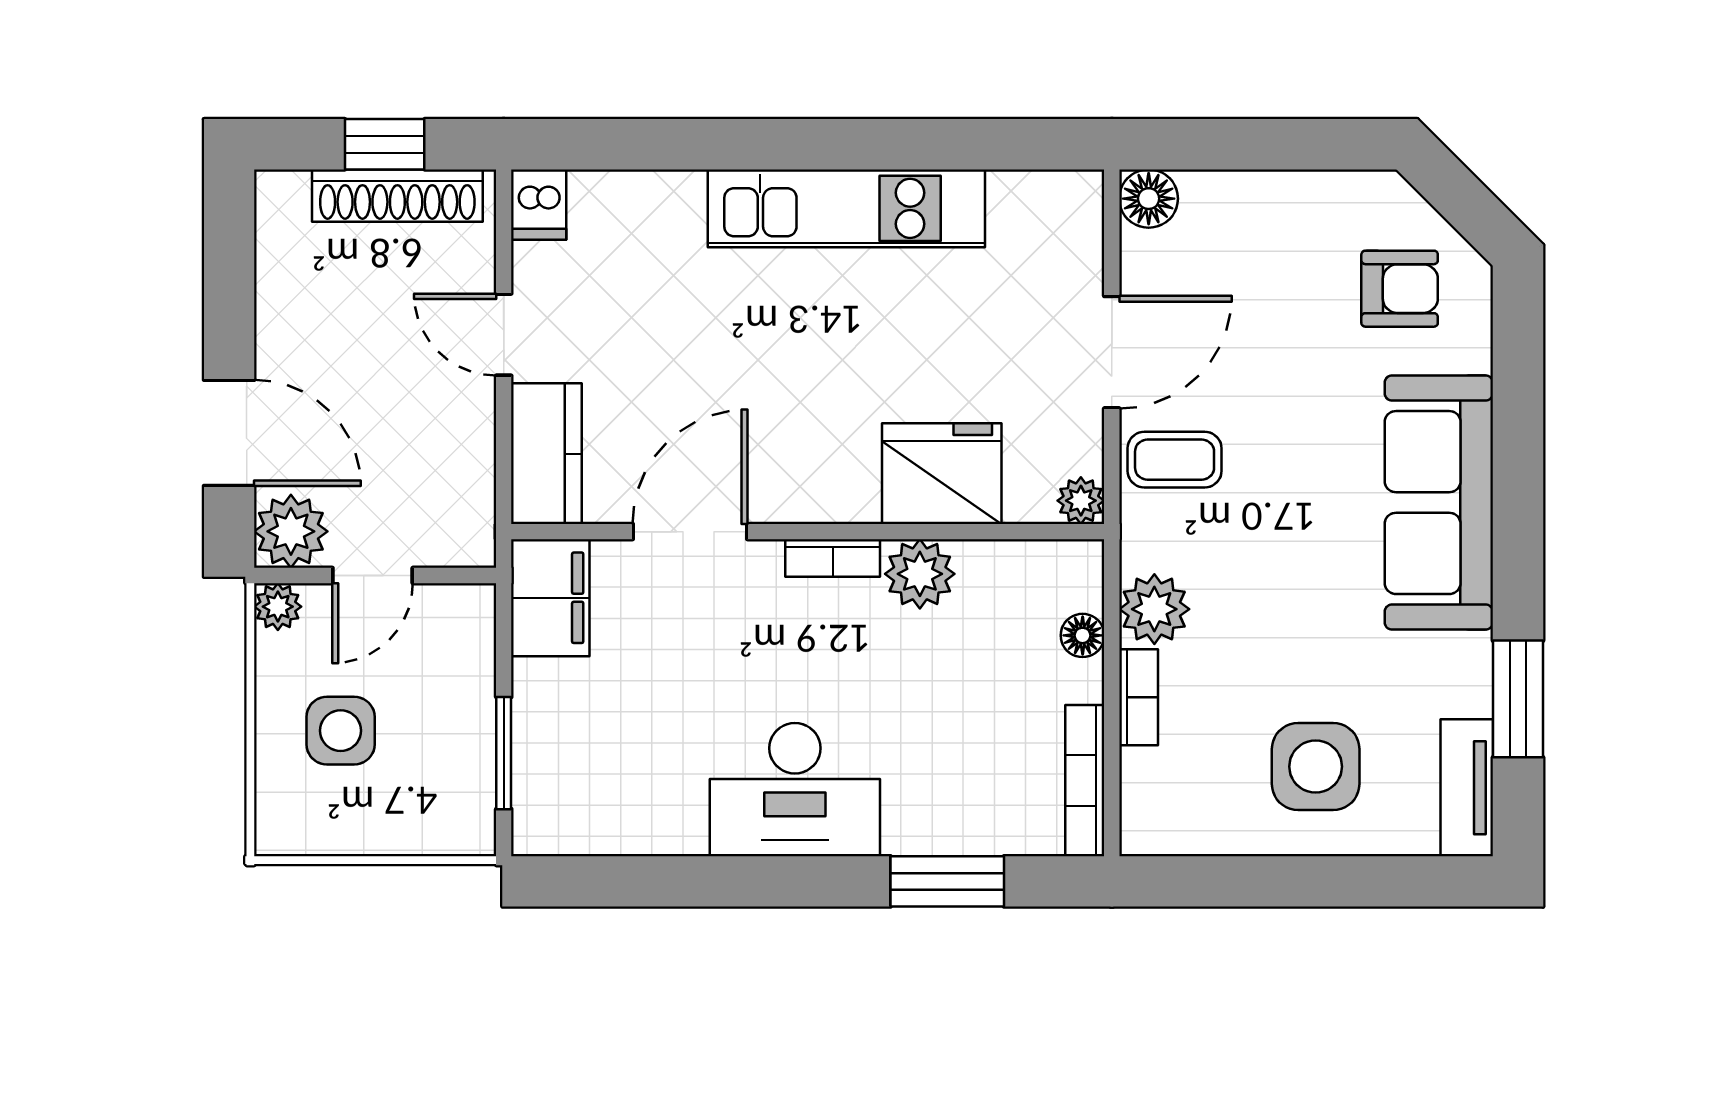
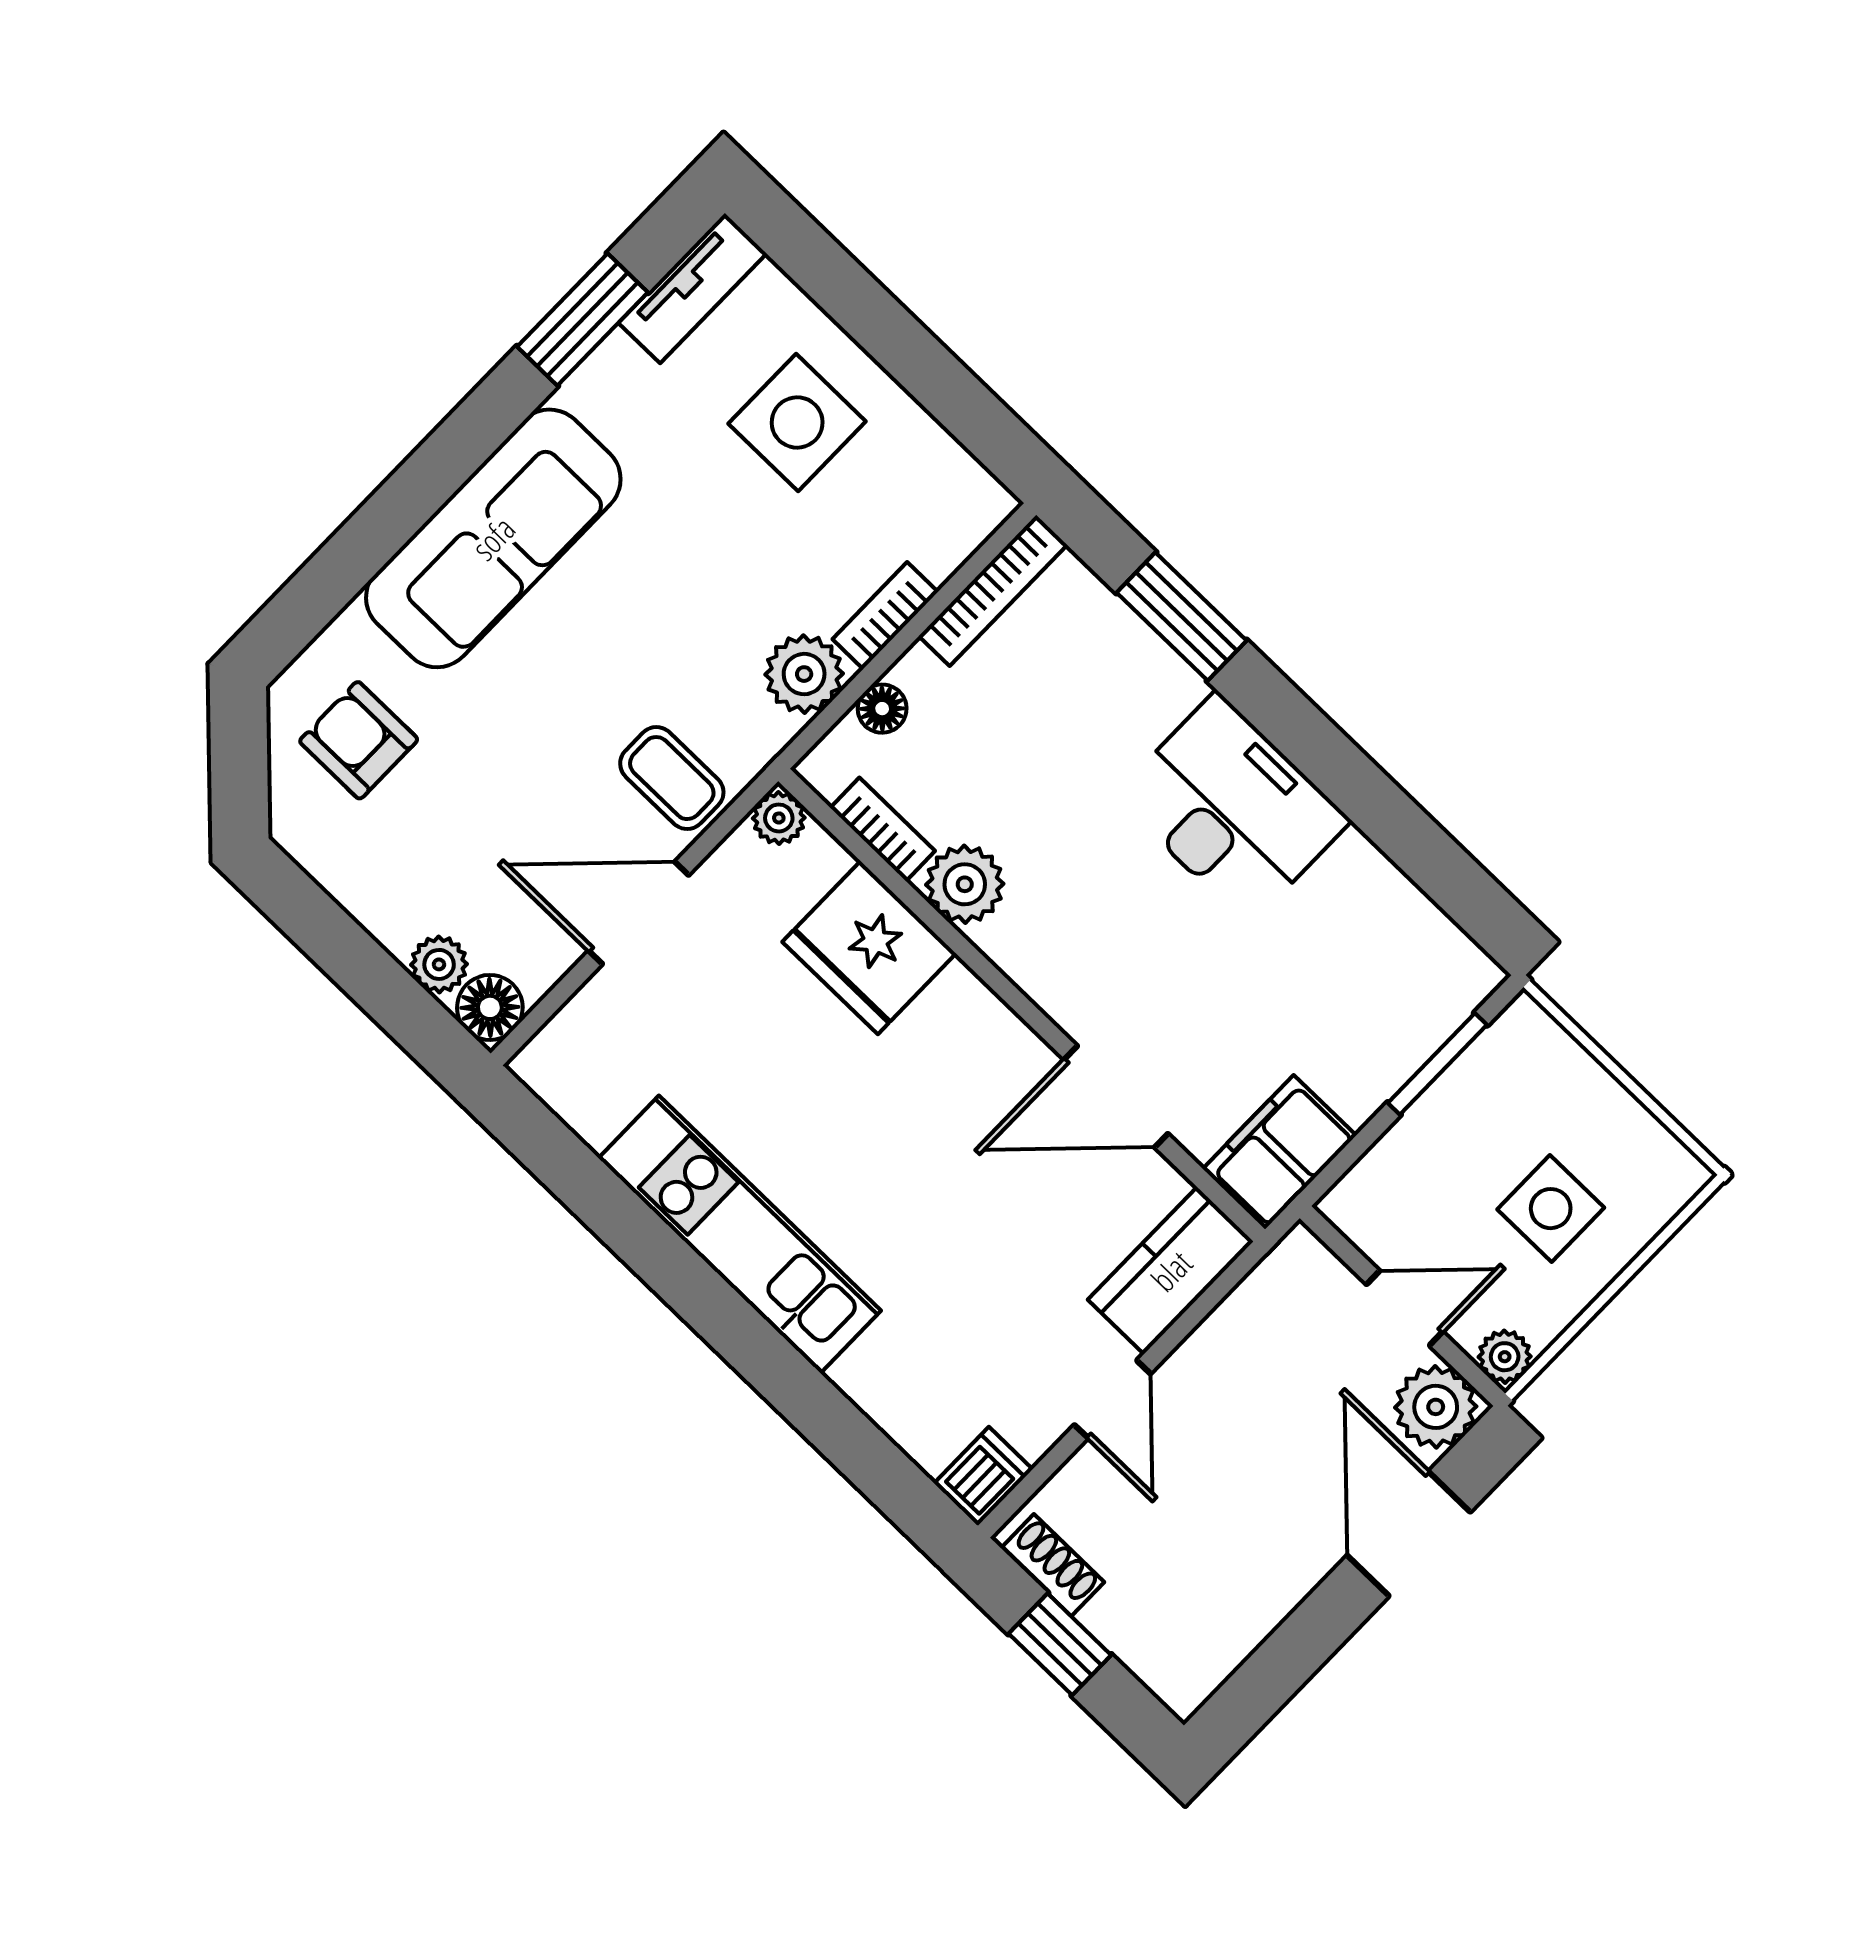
plant: (1208, 195) -> (439, 964), added
shoe rack: (397, 196) -> (1053, 1565), width x0.51, depth x0.81
bookcase: (833, 558) -> (883, 829), moved

